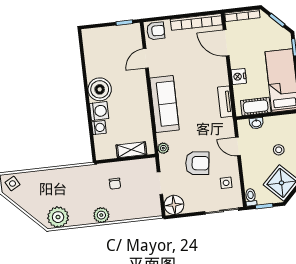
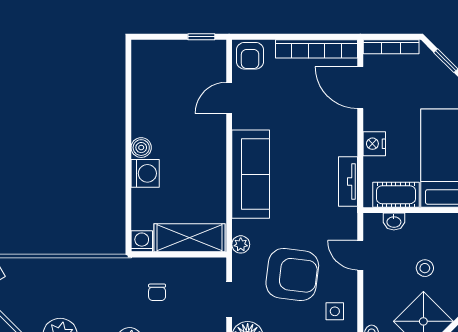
armchair: (156, 31) -> (250, 56), turned 90
boiler: (100, 89) -> (141, 148), width x0.54, depth x0.54
washing machine: (99, 128) -> (142, 241), moved, turned -90
shelving: (131, 150) -> (190, 238), width x1.50, depth x1.33
armchair: (197, 163) -> (292, 275), width x1.36, depth x1.36

